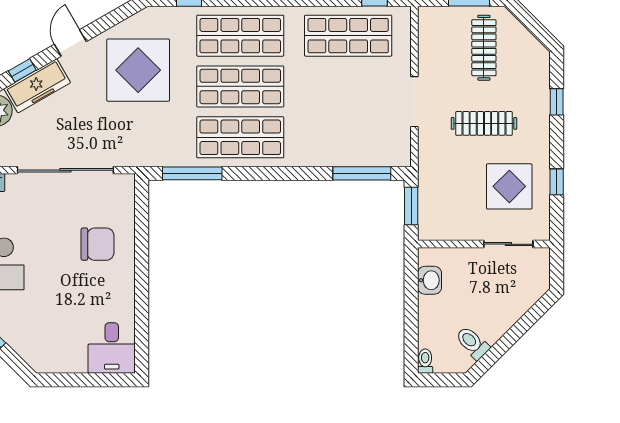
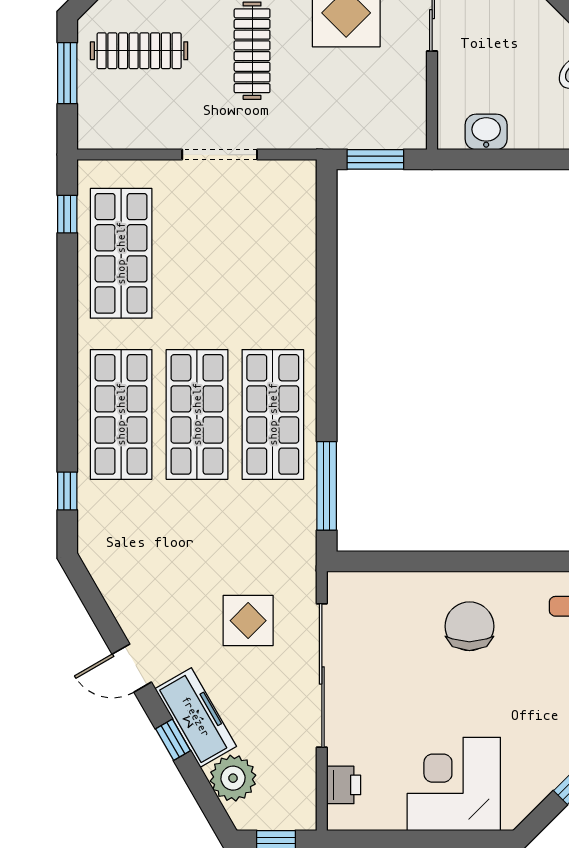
display table: (138, 70) -> (248, 621), moved, width x0.54, depth x0.54
window: (362, 173) -> (327, 233), removed
chair: (98, 244) -> (469, 626), moved

